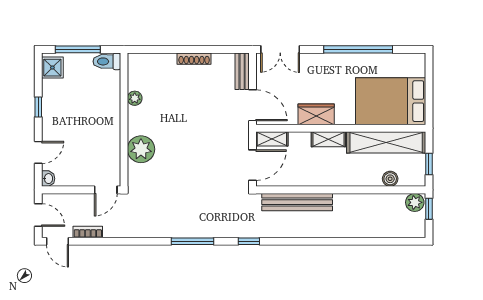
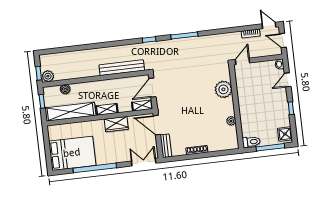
bed: (391, 101) -> (72, 153), moved

